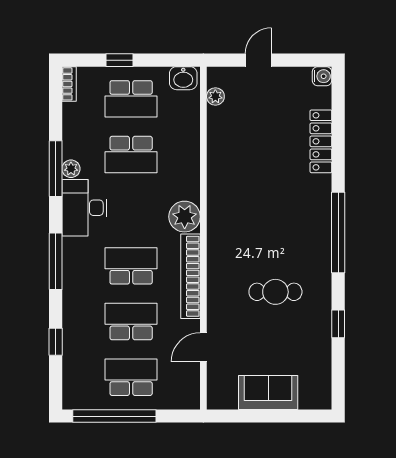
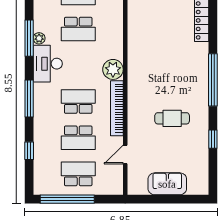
school desk: (131, 322) -> (78, 138), turned 180

